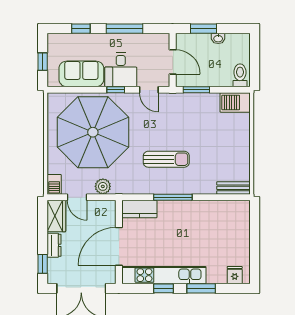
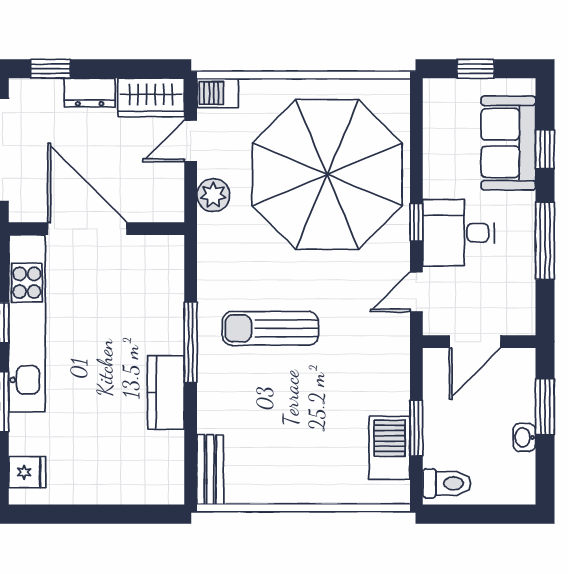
sofa: (81, 74) -> (508, 143), moved, turned 180
window: (196, 90) -> (416, 428), moved
barbecue: (235, 103) -> (390, 448), moved
sun lounger: (166, 159) -> (270, 328), turned 90
kitchen counter: (139, 209) -> (166, 392), moved

